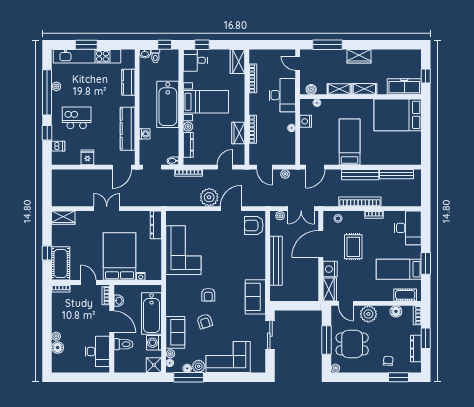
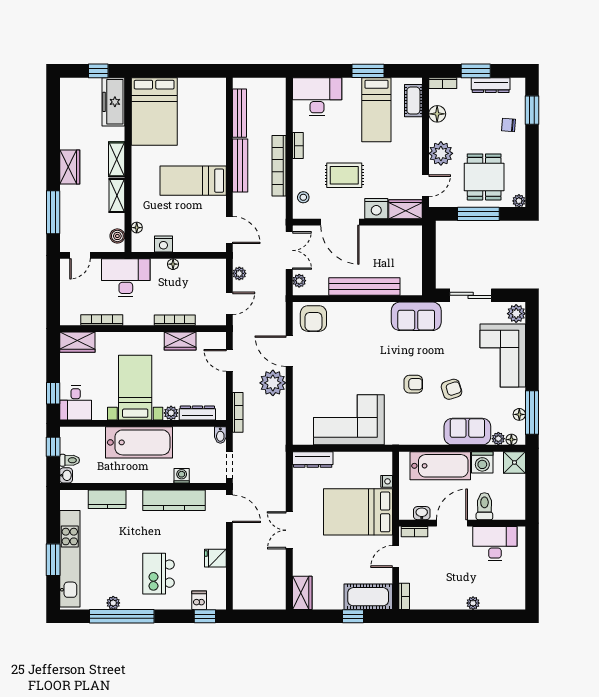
window: (47, 133) -> (205, 616), moved
floor lamp: (58, 348) -> (489, 601), removed
plant: (199, 366) -> (516, 314), moved

